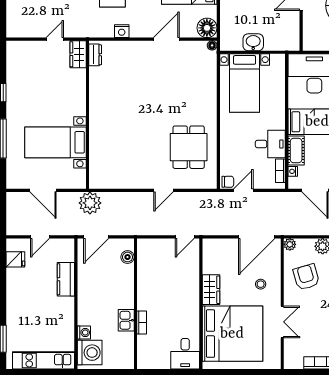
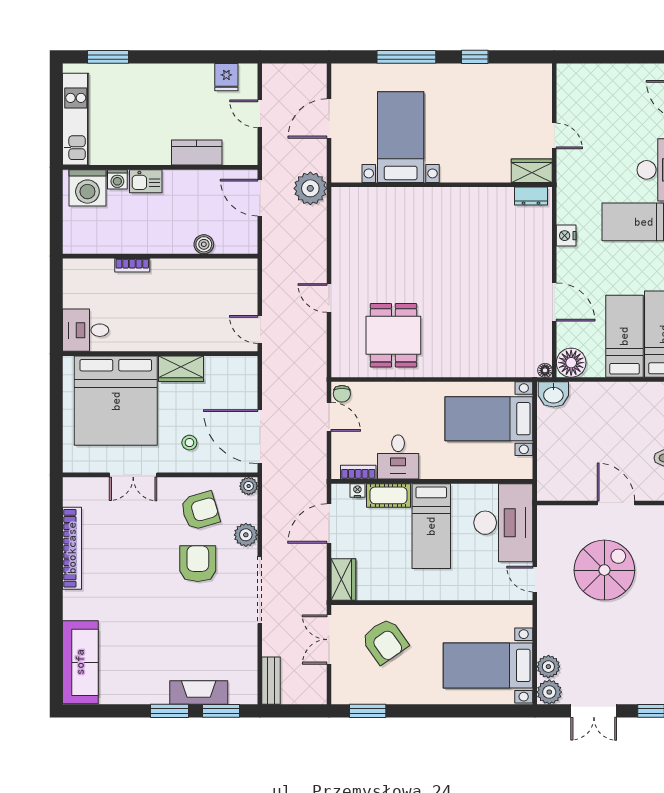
washbasin: (253, 42) -> (553, 394), moved, turned 90
dining table: (189, 147) -> (393, 335), turned 90
boiler: (128, 257) -> (204, 244), moved
kitchen sink: (126, 320) -> (146, 181), moved, turned 180

